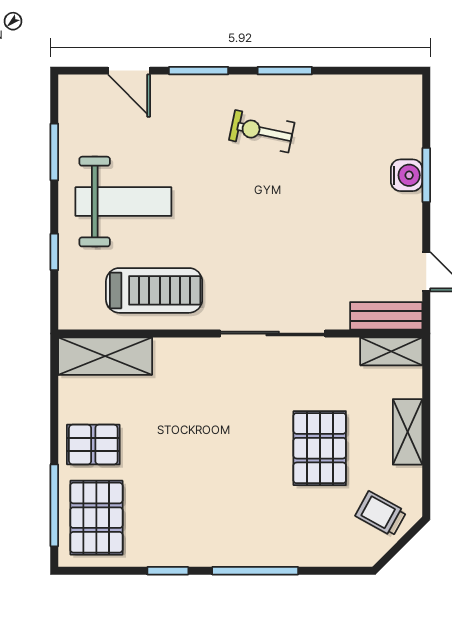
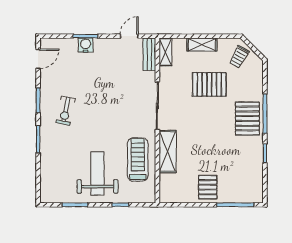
door: (129, 71) -> (38, 59), moved
shelving: (105, 356) -> (168, 152), moved
pallet: (96, 518) -> (247, 119), moved, turned 90

